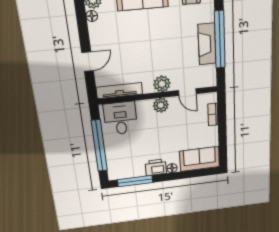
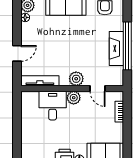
desk: (120, 118) -> (53, 106), moved
window: (99, 146) -> (17, 129), removed

